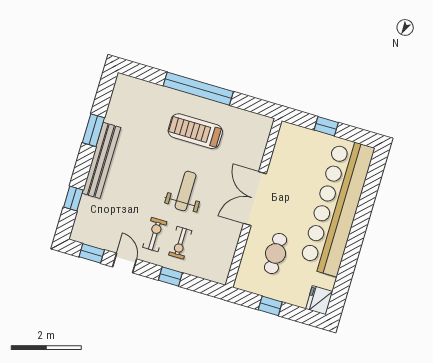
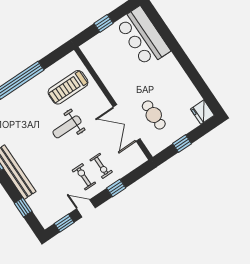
treadmill: (195, 131) -> (68, 87), moved
weight bench: (186, 191) -> (67, 127), moved, turned -90
double door: (255, 199) -> (127, 123), moved
bar counter: (337, 207) -> (143, 37), width x0.54

